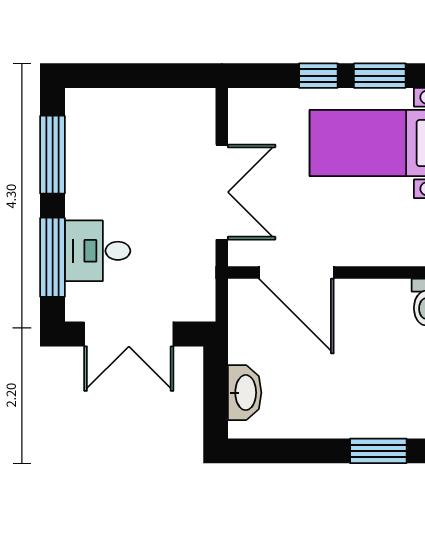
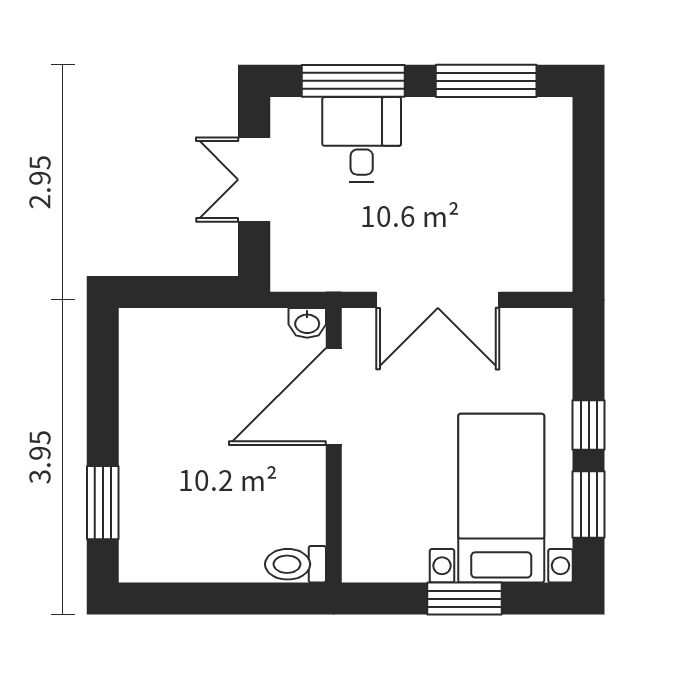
double door: (129, 334) -> (254, 180), width x0.73
washbasin: (245, 393) -> (307, 323), moved, width x0.52, depth x0.69

